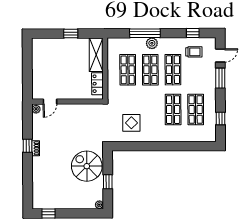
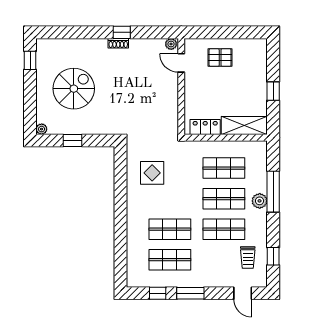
pallet: (46, 73) -> (220, 58), added
window: (220, 78) -> (190, 293), moved
spiral stairs: (87, 166) -> (74, 89), moved

